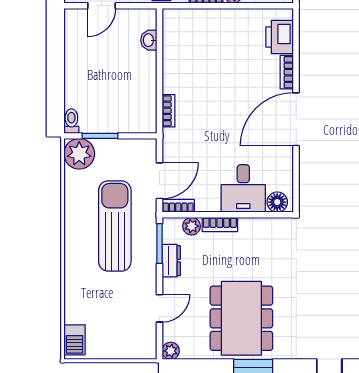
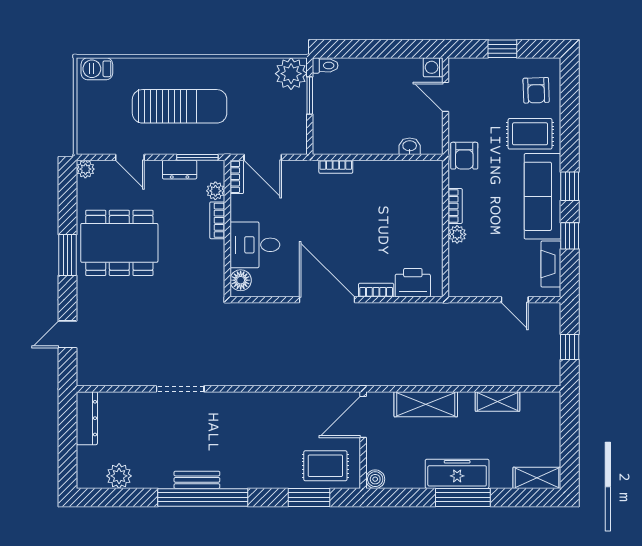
washing machine: (73, 18) -> (433, 67), added
sun lounger: (115, 226) -> (180, 106), moved

